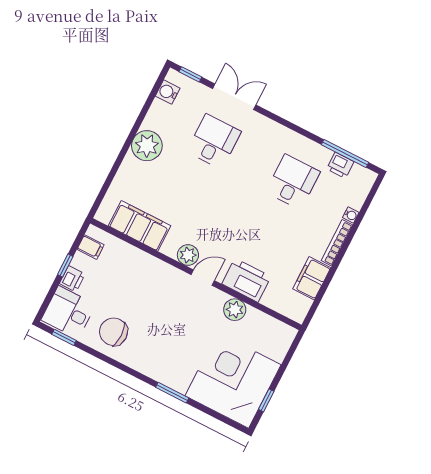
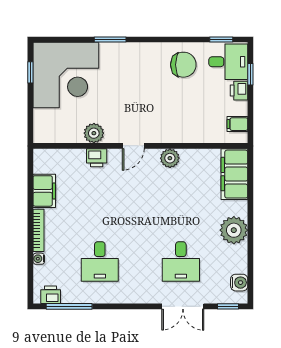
printer: (340, 165) -> (51, 295), moved
filing cabinet: (140, 226) -> (234, 174), moved, turned 90
plant: (188, 255) -> (170, 158), moved
window: (65, 266) -> (250, 74), moved
printer: (246, 280) -> (97, 158), width x0.53, depth x0.68

